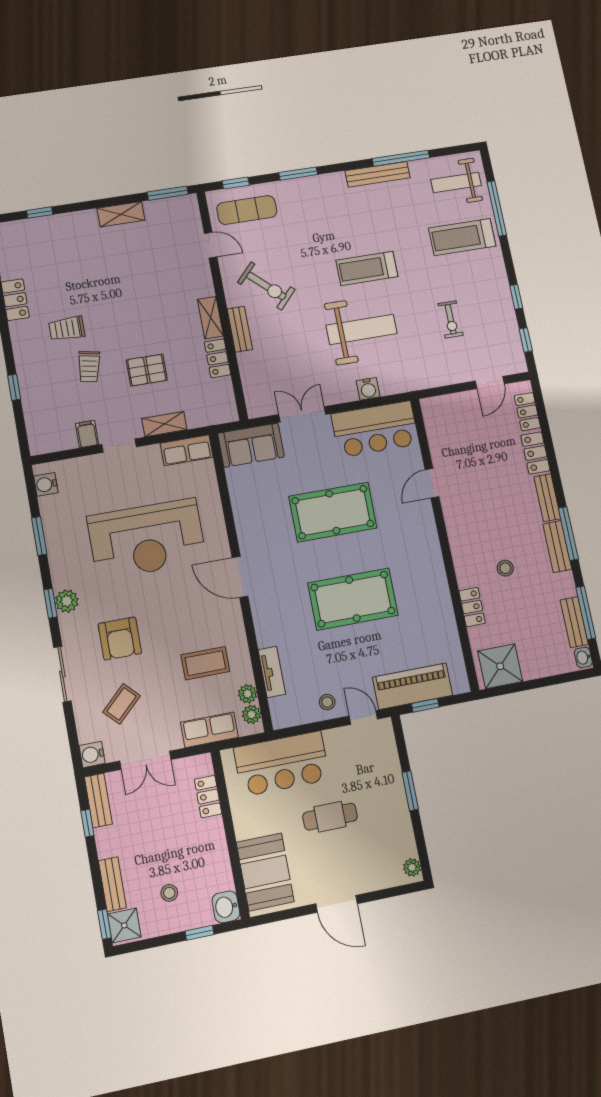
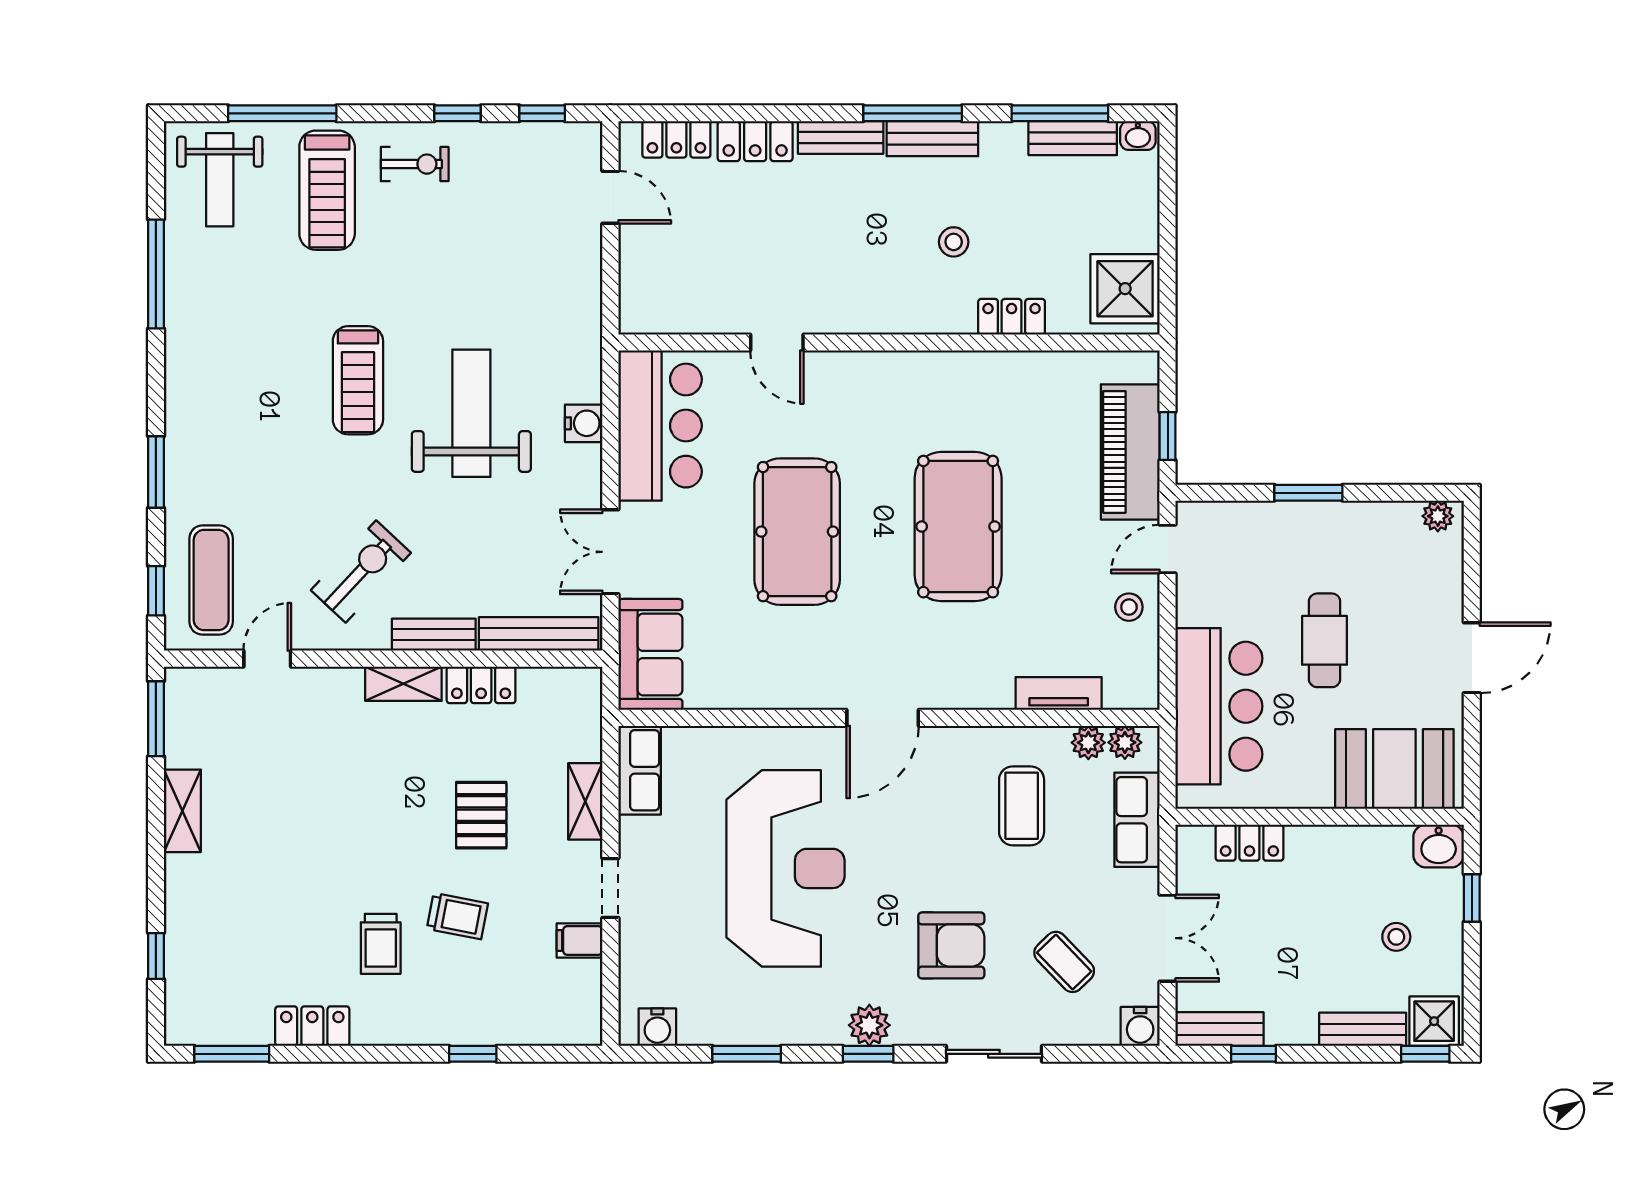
bench: (378, 174) -> (539, 634), moved, turned 90
exercise bike: (451, 319) -> (415, 164), moved

